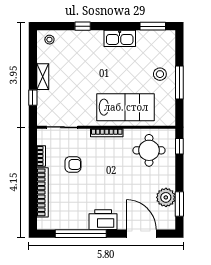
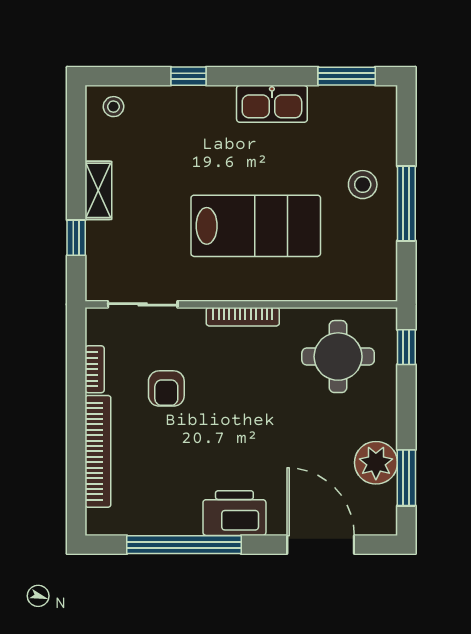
lab bench: (126, 107) -> (256, 226), moved
armchair: (73, 164) -> (166, 388), turned 90

